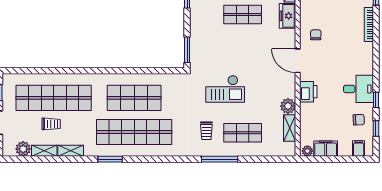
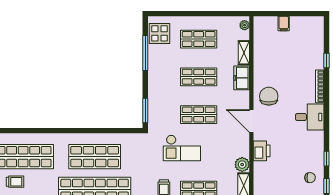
chair: (316, 35) -> (269, 96), width x1.87, depth x1.87
shop shelf: (243, 54) -> (199, 115), added
desk: (358, 89) -> (310, 117), moved

